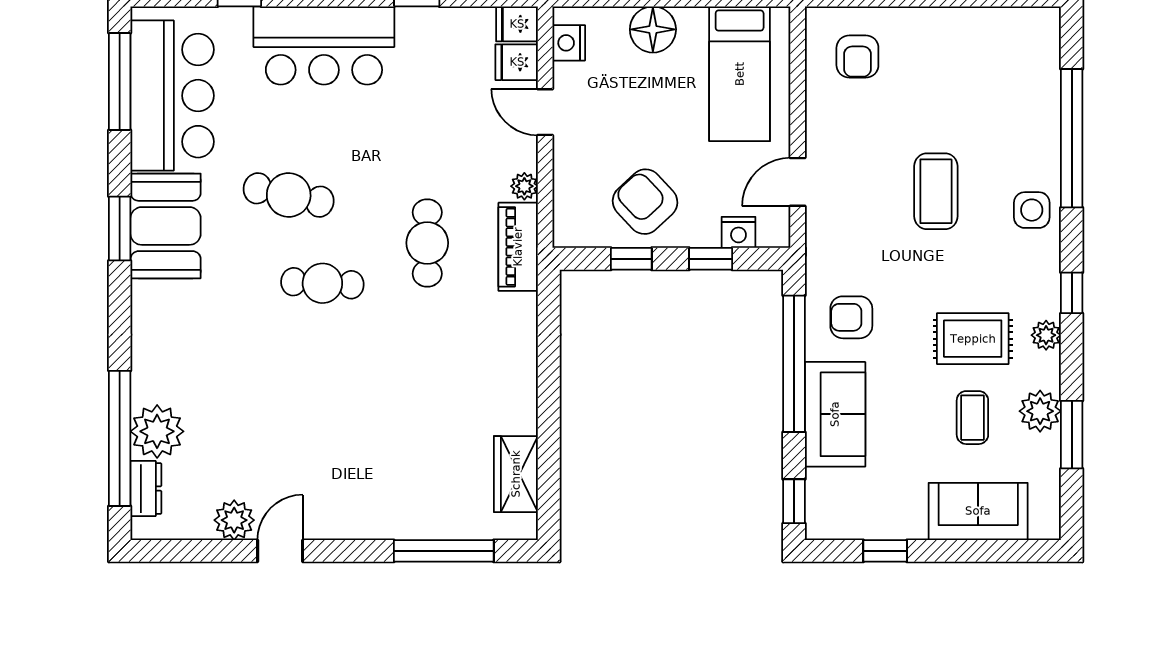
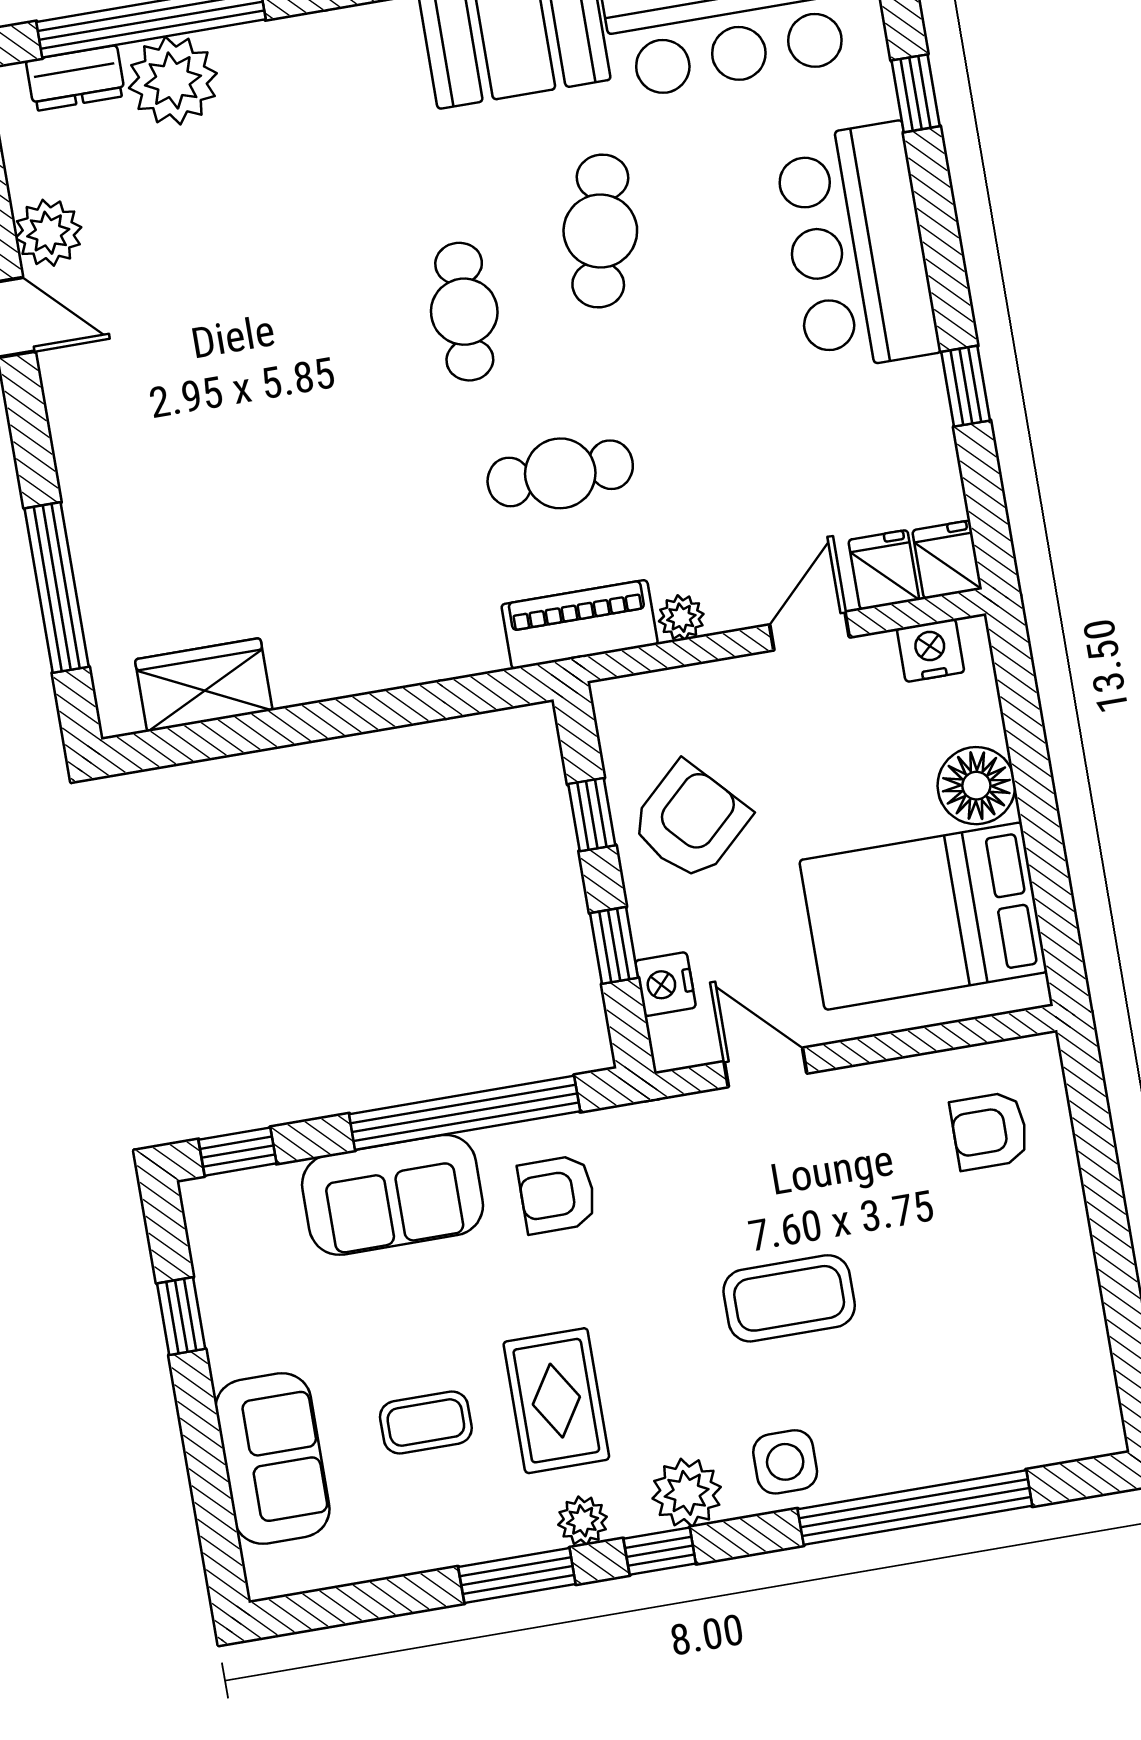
bed: (740, 74) -> (923, 916), width x1.50
armchair: (851, 317) -> (557, 1194), turned -90
plant: (1040, 411) -> (687, 1493), moved
window: (1072, 435) -> (517, 1576), moved

